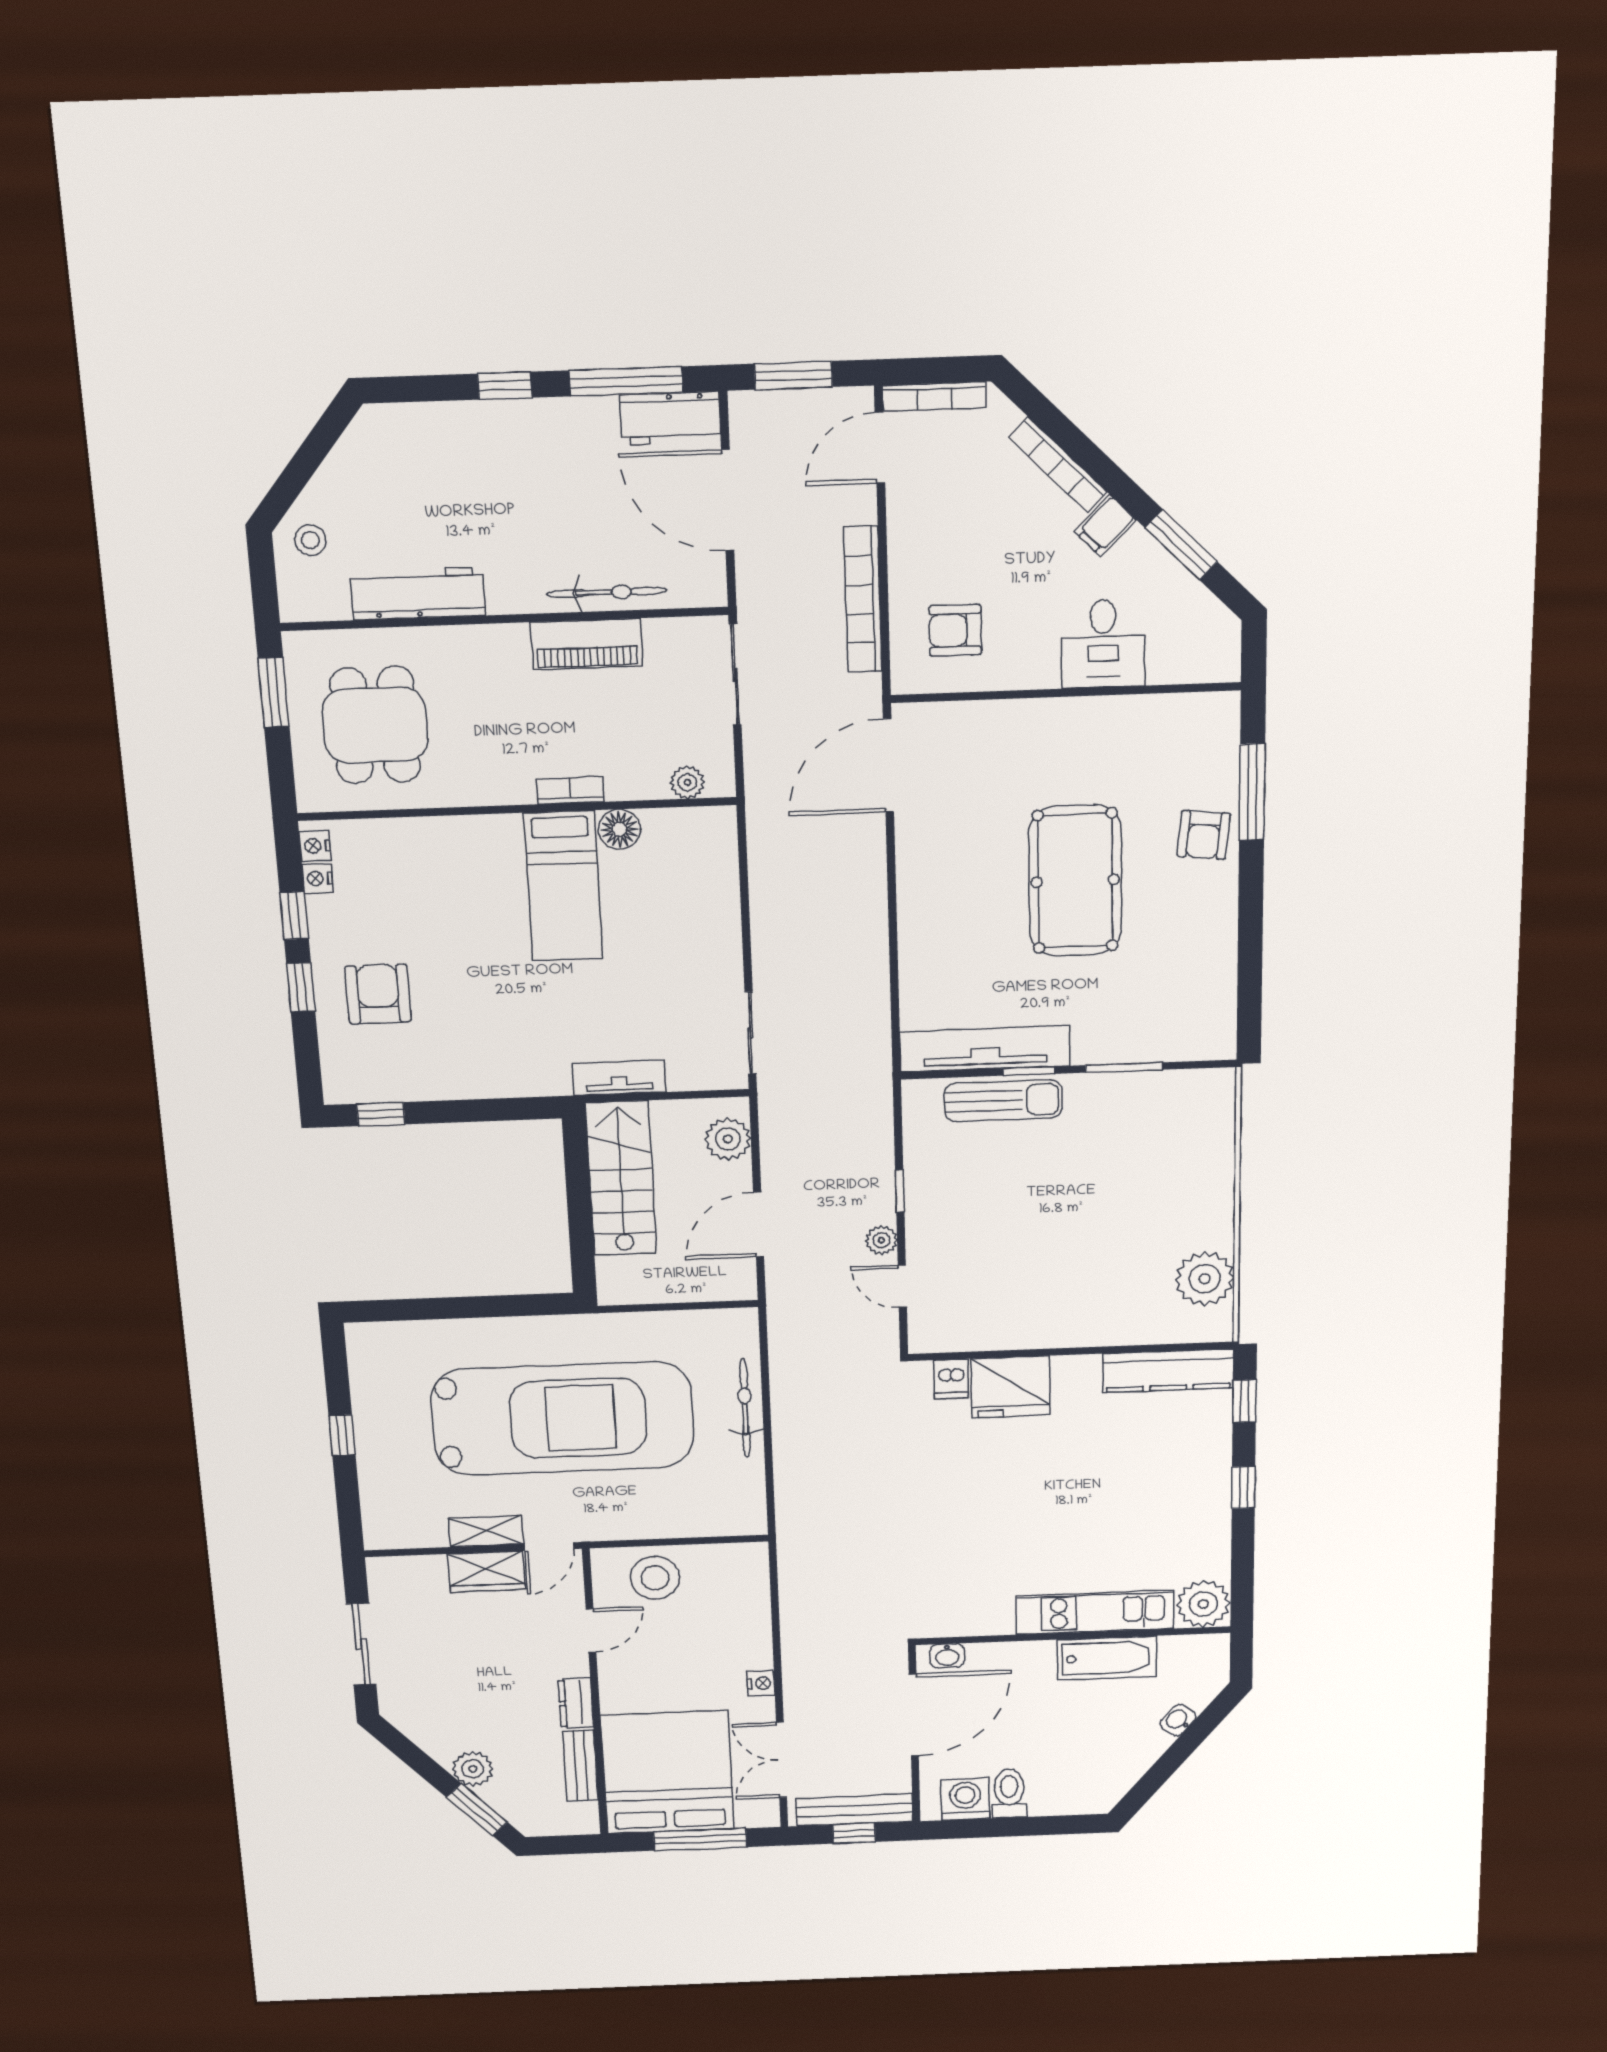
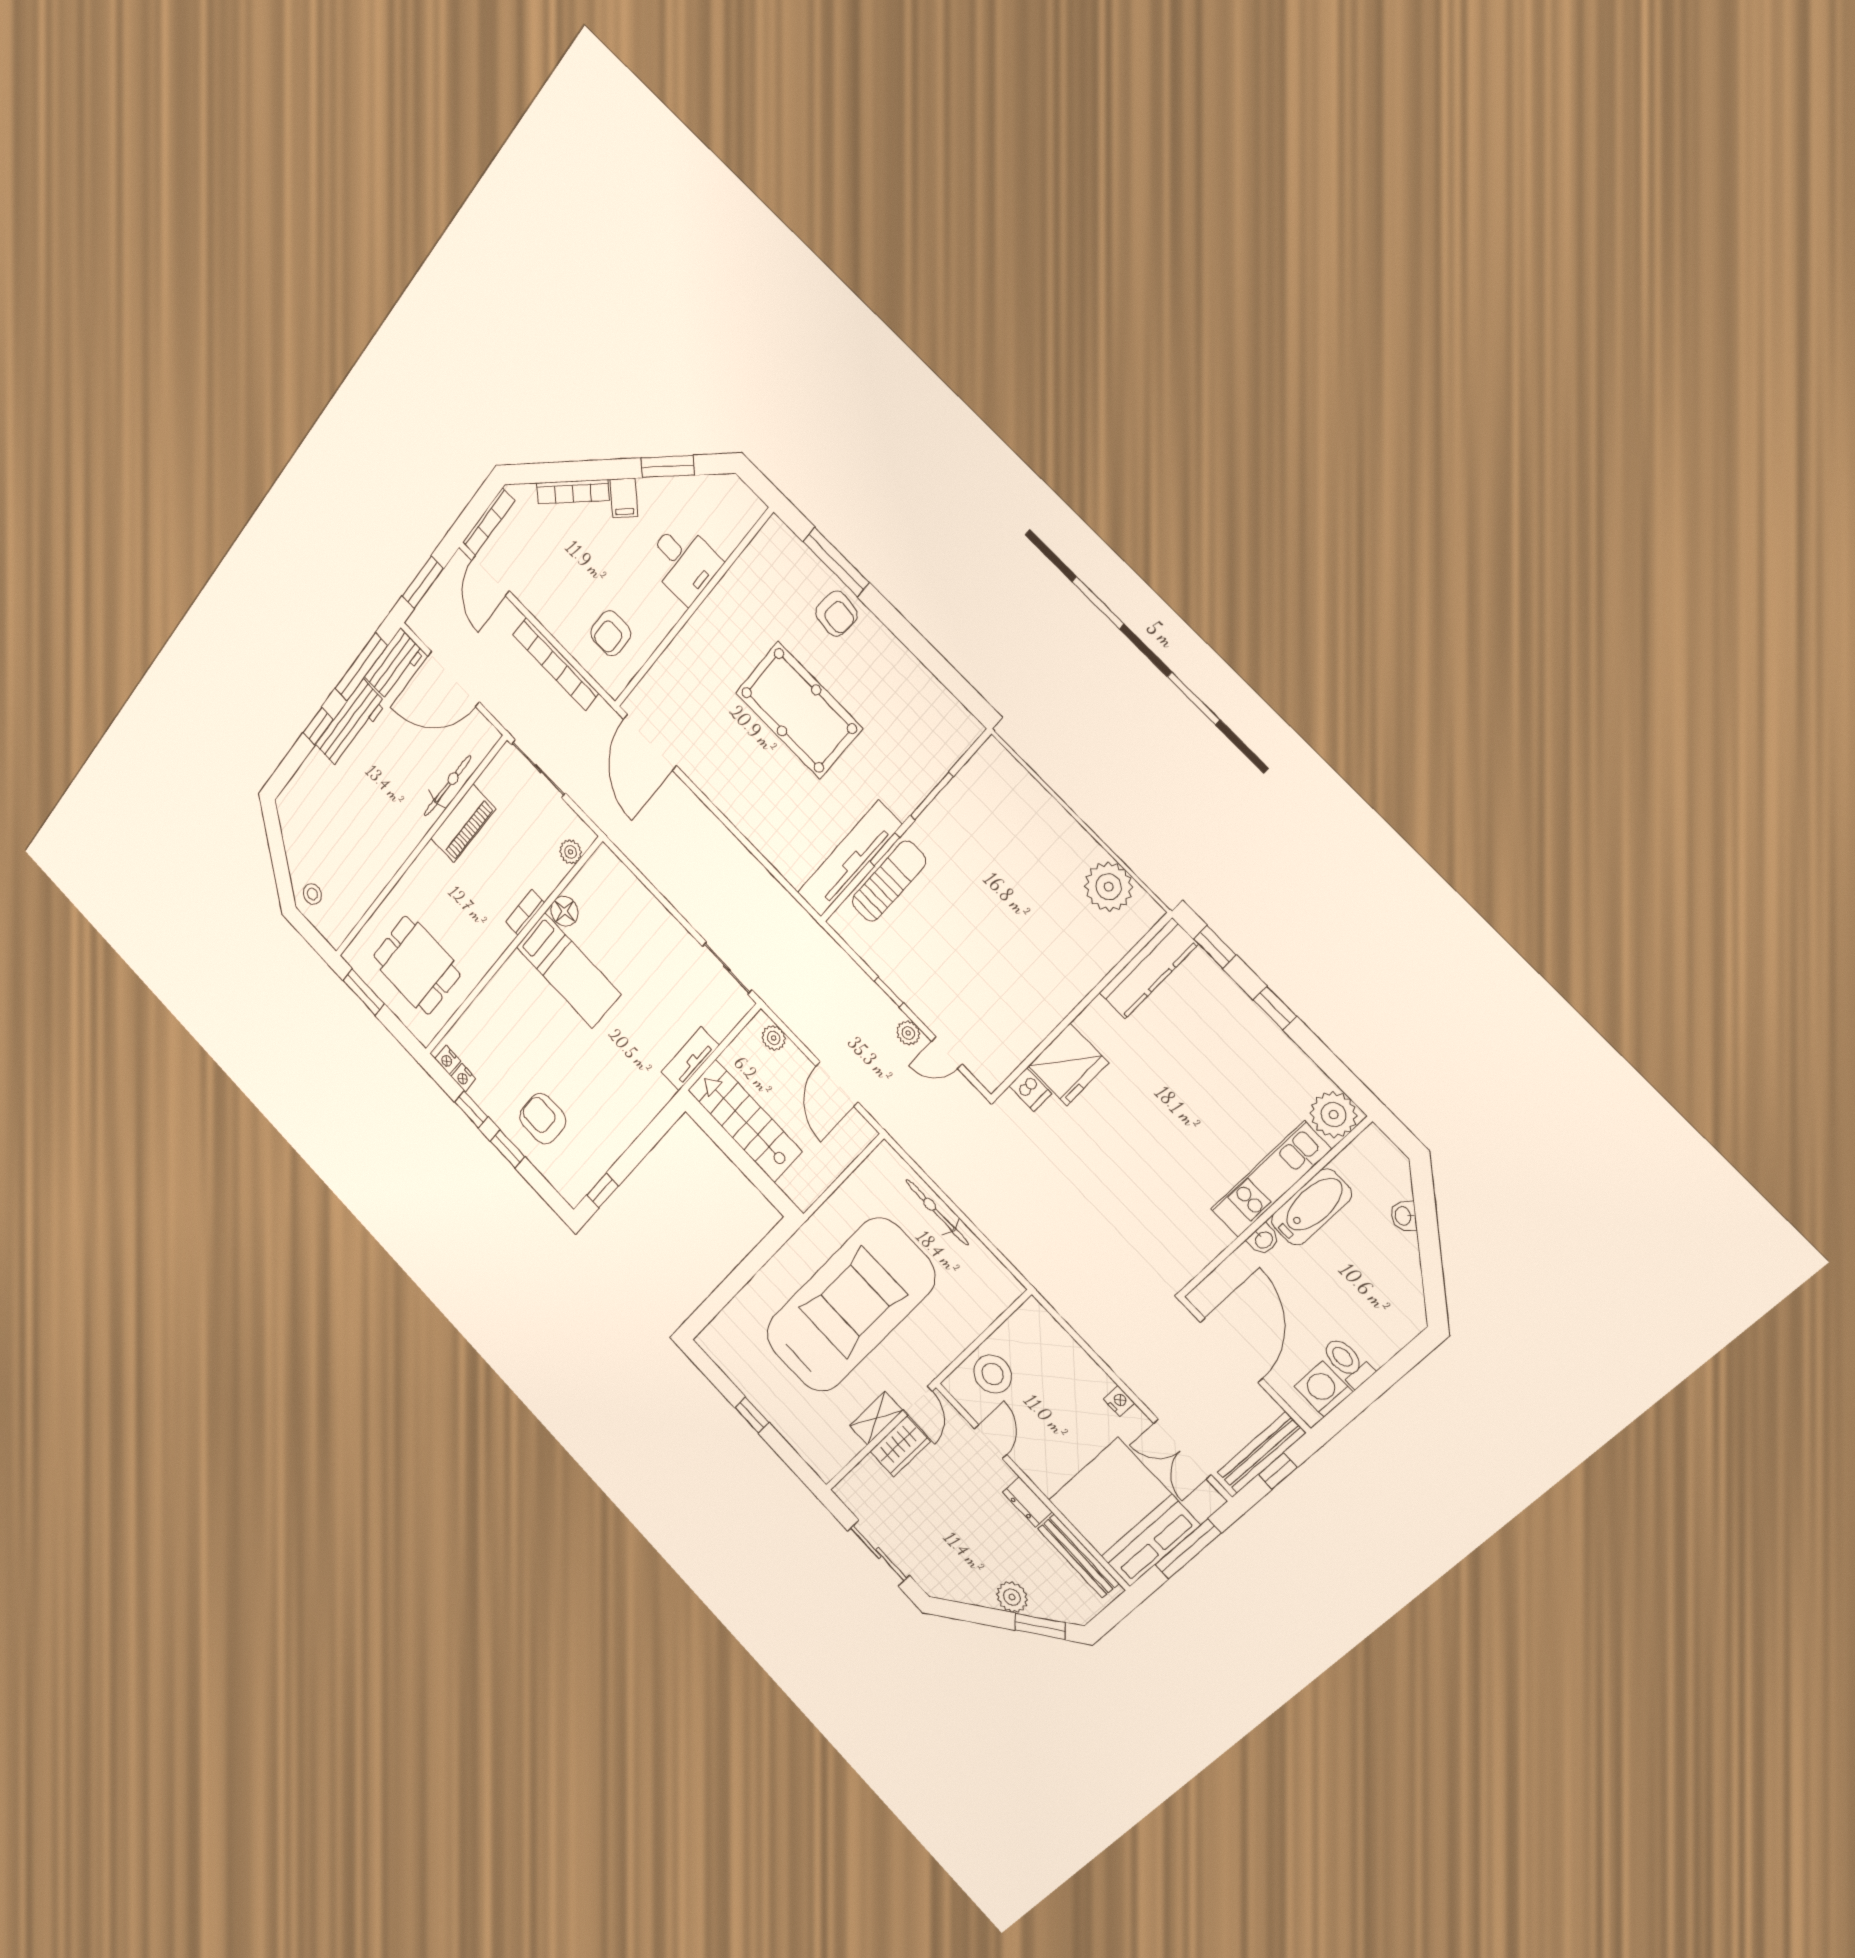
workbench: (418, 593) -> (351, 724), moved, turned 180
plant: (728, 1139) -> (774, 1038), width x0.73, depth x0.73
washbasin: (947, 1656) -> (1264, 1240), moved
bench: (580, 1766) -> (1078, 1556), width x1.36

